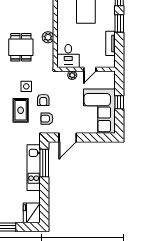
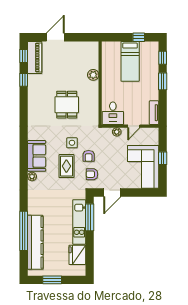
plant: (48, 37) -> (93, 75), moved
tv unit: (110, 43) -> (154, 113), moved
fridge: (32, 213) -> (77, 255), moved

